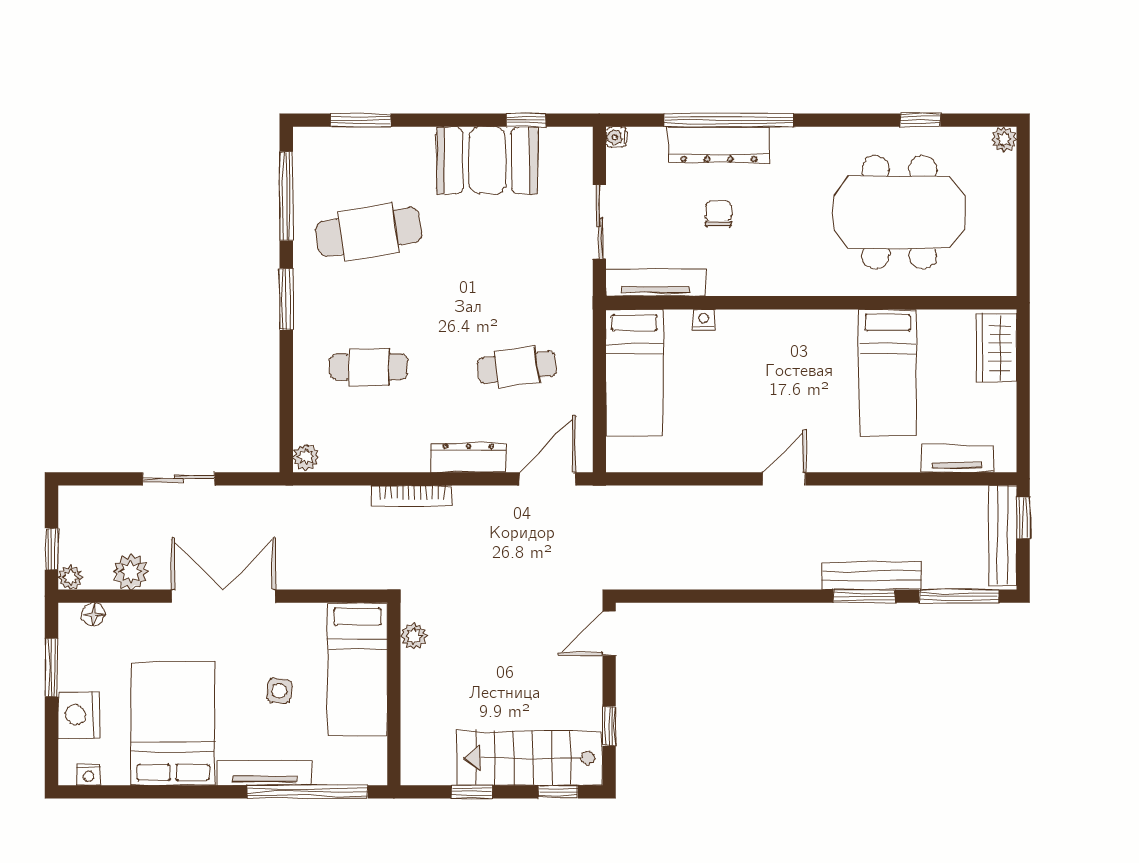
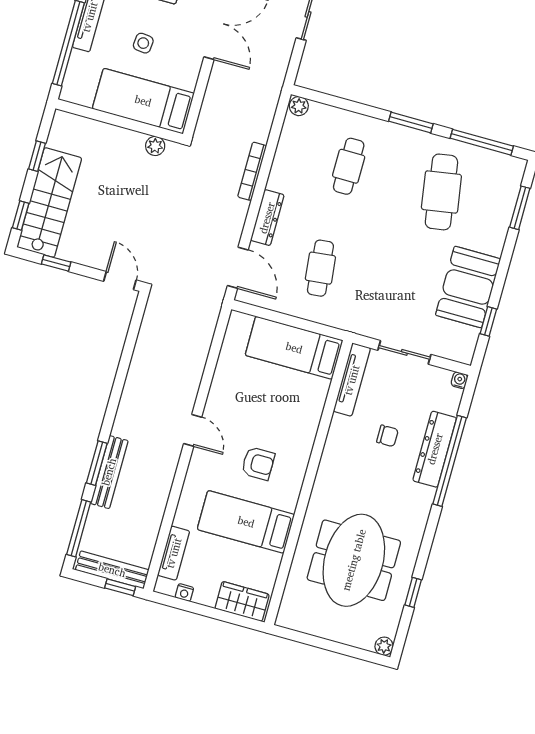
nightstand: (704, 320) -> (184, 592), moved, turned 90
armchair: (804, 378) -> (258, 464), added

